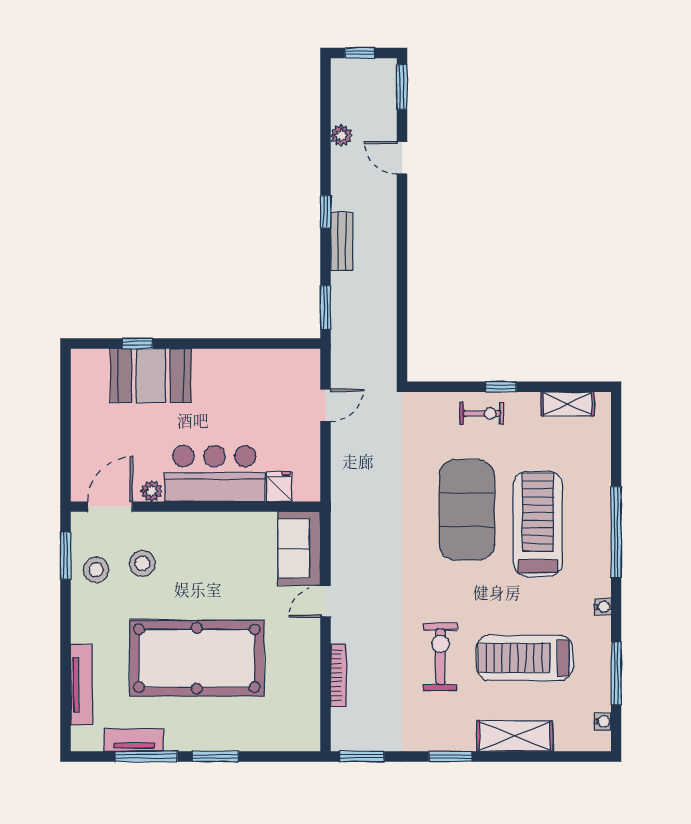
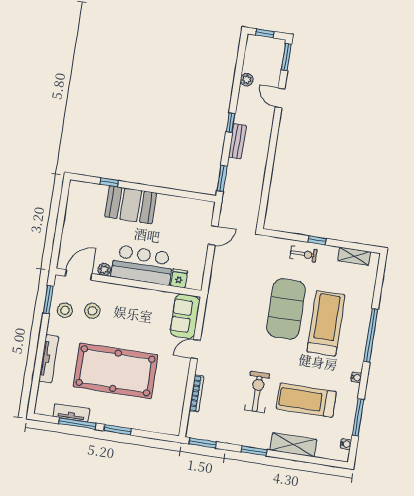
booth: (151, 376) -> (131, 205), moved
tv unit: (82, 685) -> (49, 359), moved

